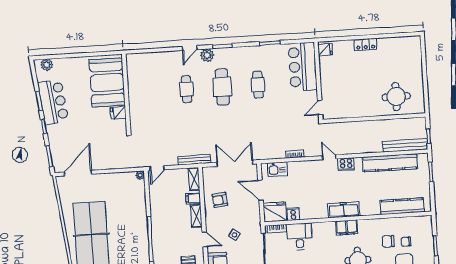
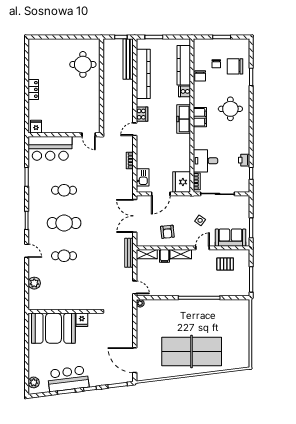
plant: (207, 55) -> (34, 283), moved
cooker: (293, 214) -> (185, 91), moved
chair: (388, 241) -> (200, 76), moved

